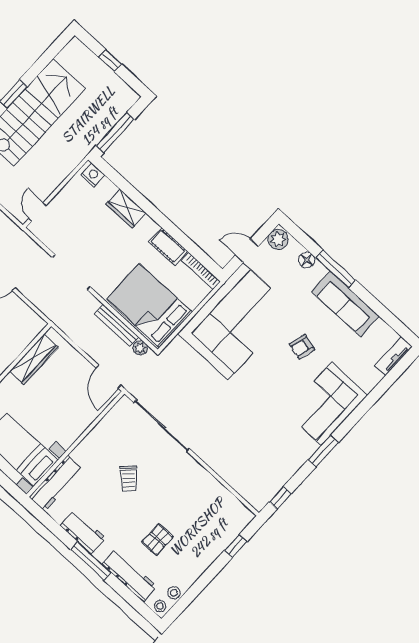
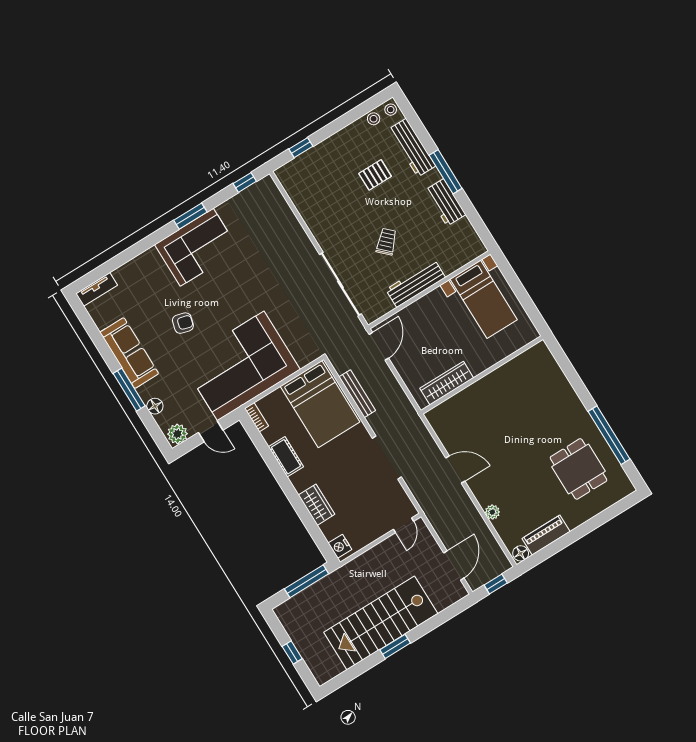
bookcase: (201, 271) -> (257, 417), width x0.64
plant: (140, 348) -> (340, 366), removed
corner sofa: (327, 404) -> (197, 247), moved
workbench: (56, 483) -> (416, 283), moved

